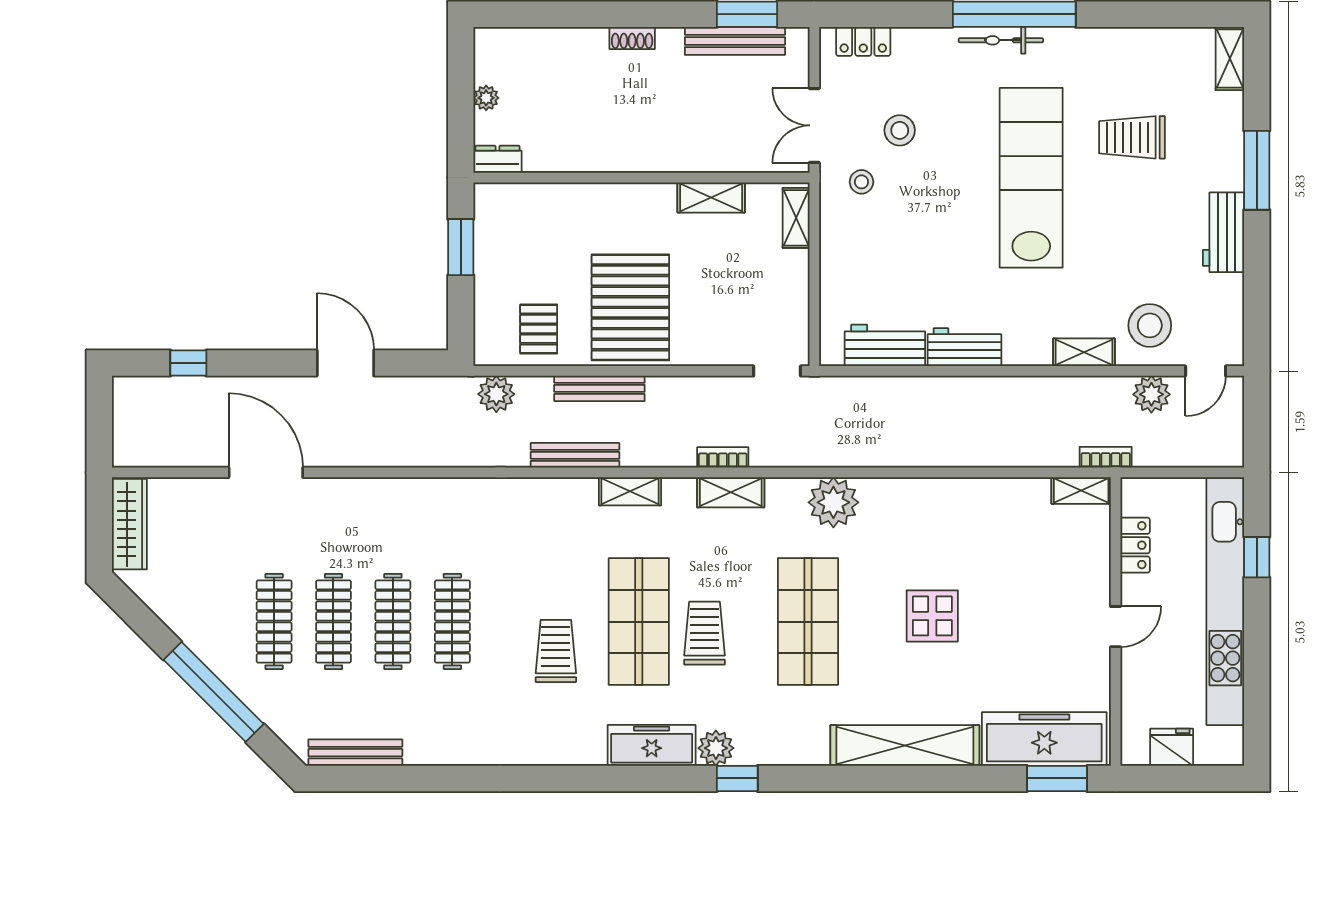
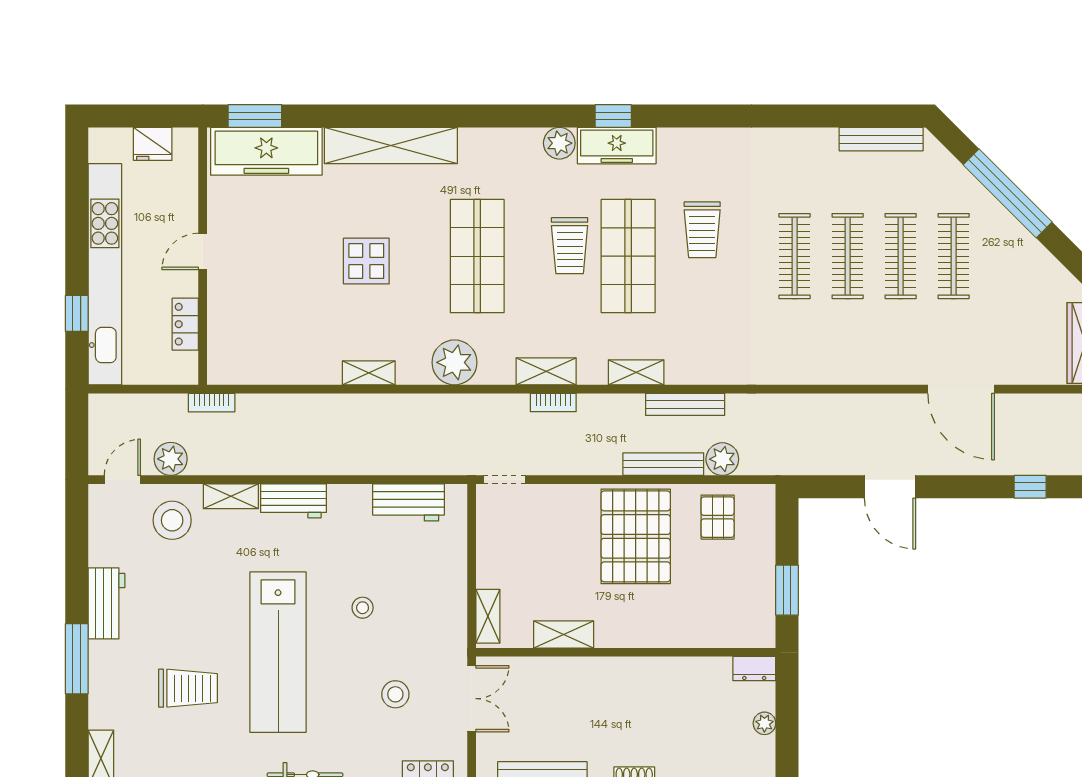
stool: (861, 182) -> (363, 608), moved
workbench: (964, 347) -> (293, 501), moved
plant: (496, 394) -> (722, 459), moved
shelving: (1081, 491) -> (369, 373), moved
window: (737, 778) -> (613, 116), moved

